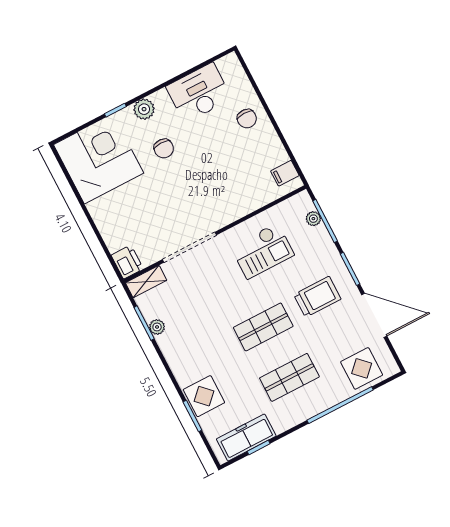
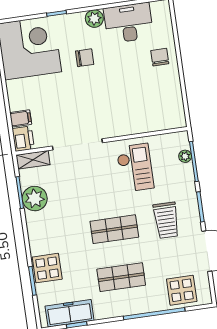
plant: (144, 109) -> (94, 19), moved
chair: (247, 119) -> (160, 57), turned 180
chair: (164, 148) -> (85, 58), turned -90
filing cabinet: (285, 173) -> (21, 118), moved, turned 180
checkout: (262, 251) -> (135, 168), turned -90
trolley: (317, 297) -> (166, 220), turned 90
plant: (157, 327) -> (35, 199), width x1.88, depth x1.88

